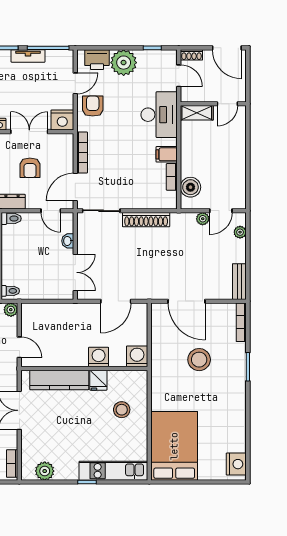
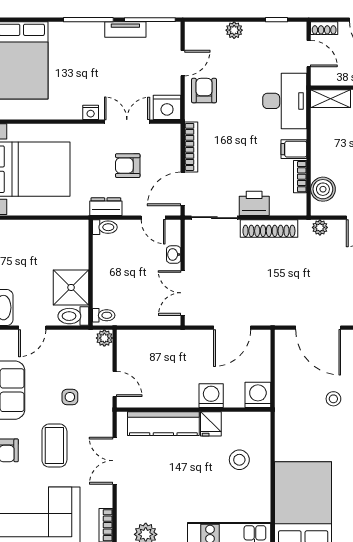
printer: (97, 60) -> (254, 203), moved, turned 180
plant: (124, 63) -> (234, 30), width x0.53, depth x0.53
armchair: (30, 168) -> (128, 166), turned 90
plant: (203, 219) -> (320, 227), moved
double door: (75, 272) -> (183, 293), swing flipped
stool: (199, 360) -> (333, 399), width x0.53, depth x0.53

